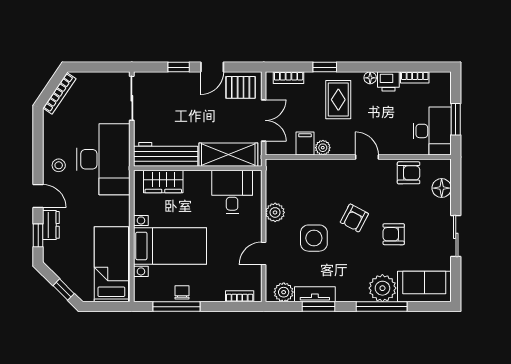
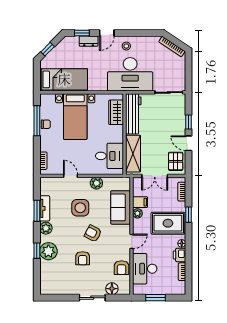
rug: (338, 100) -> (168, 223), width x1.36, depth x1.43
desk: (432, 131) -> (145, 269), moved, turned 90
armchair: (394, 234) -> (83, 258), turned 180
sliding door: (456, 236) -> (92, 298), moved
sofa: (424, 286) -> (121, 207), moved, turned 180
plant: (284, 292) -> (46, 228), moved
window: (382, 307) -> (37, 251), width x0.46

